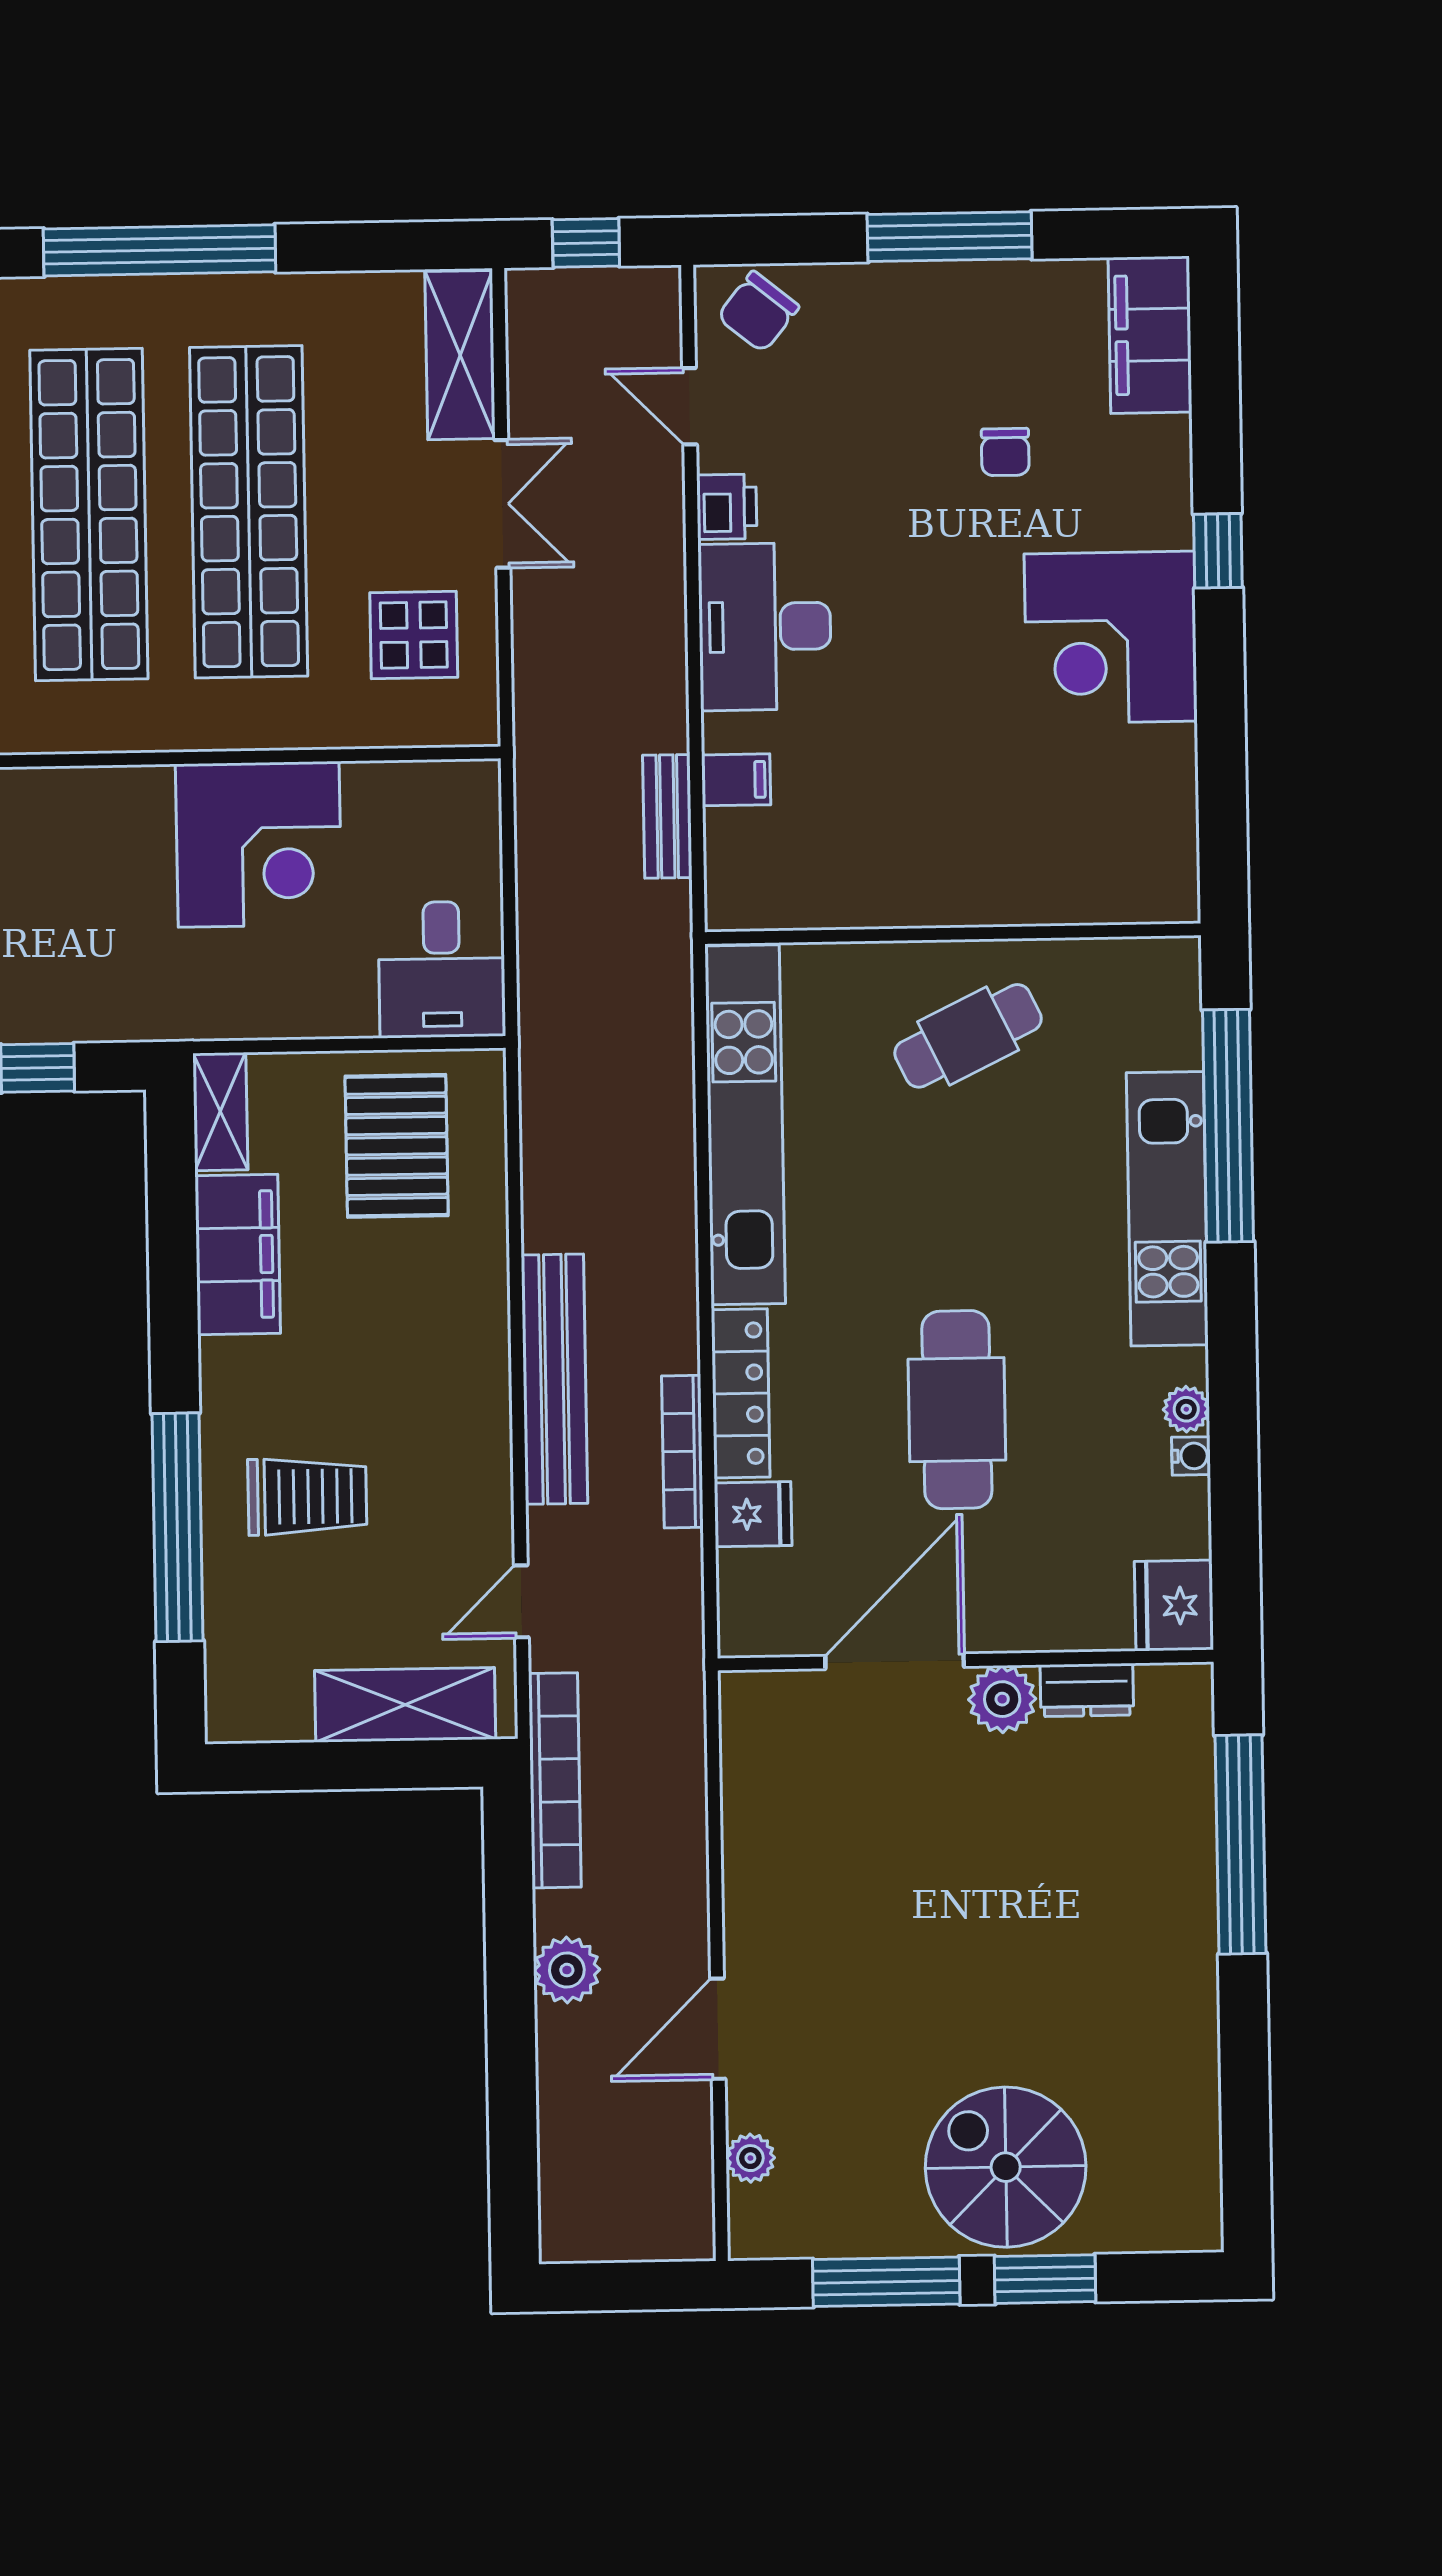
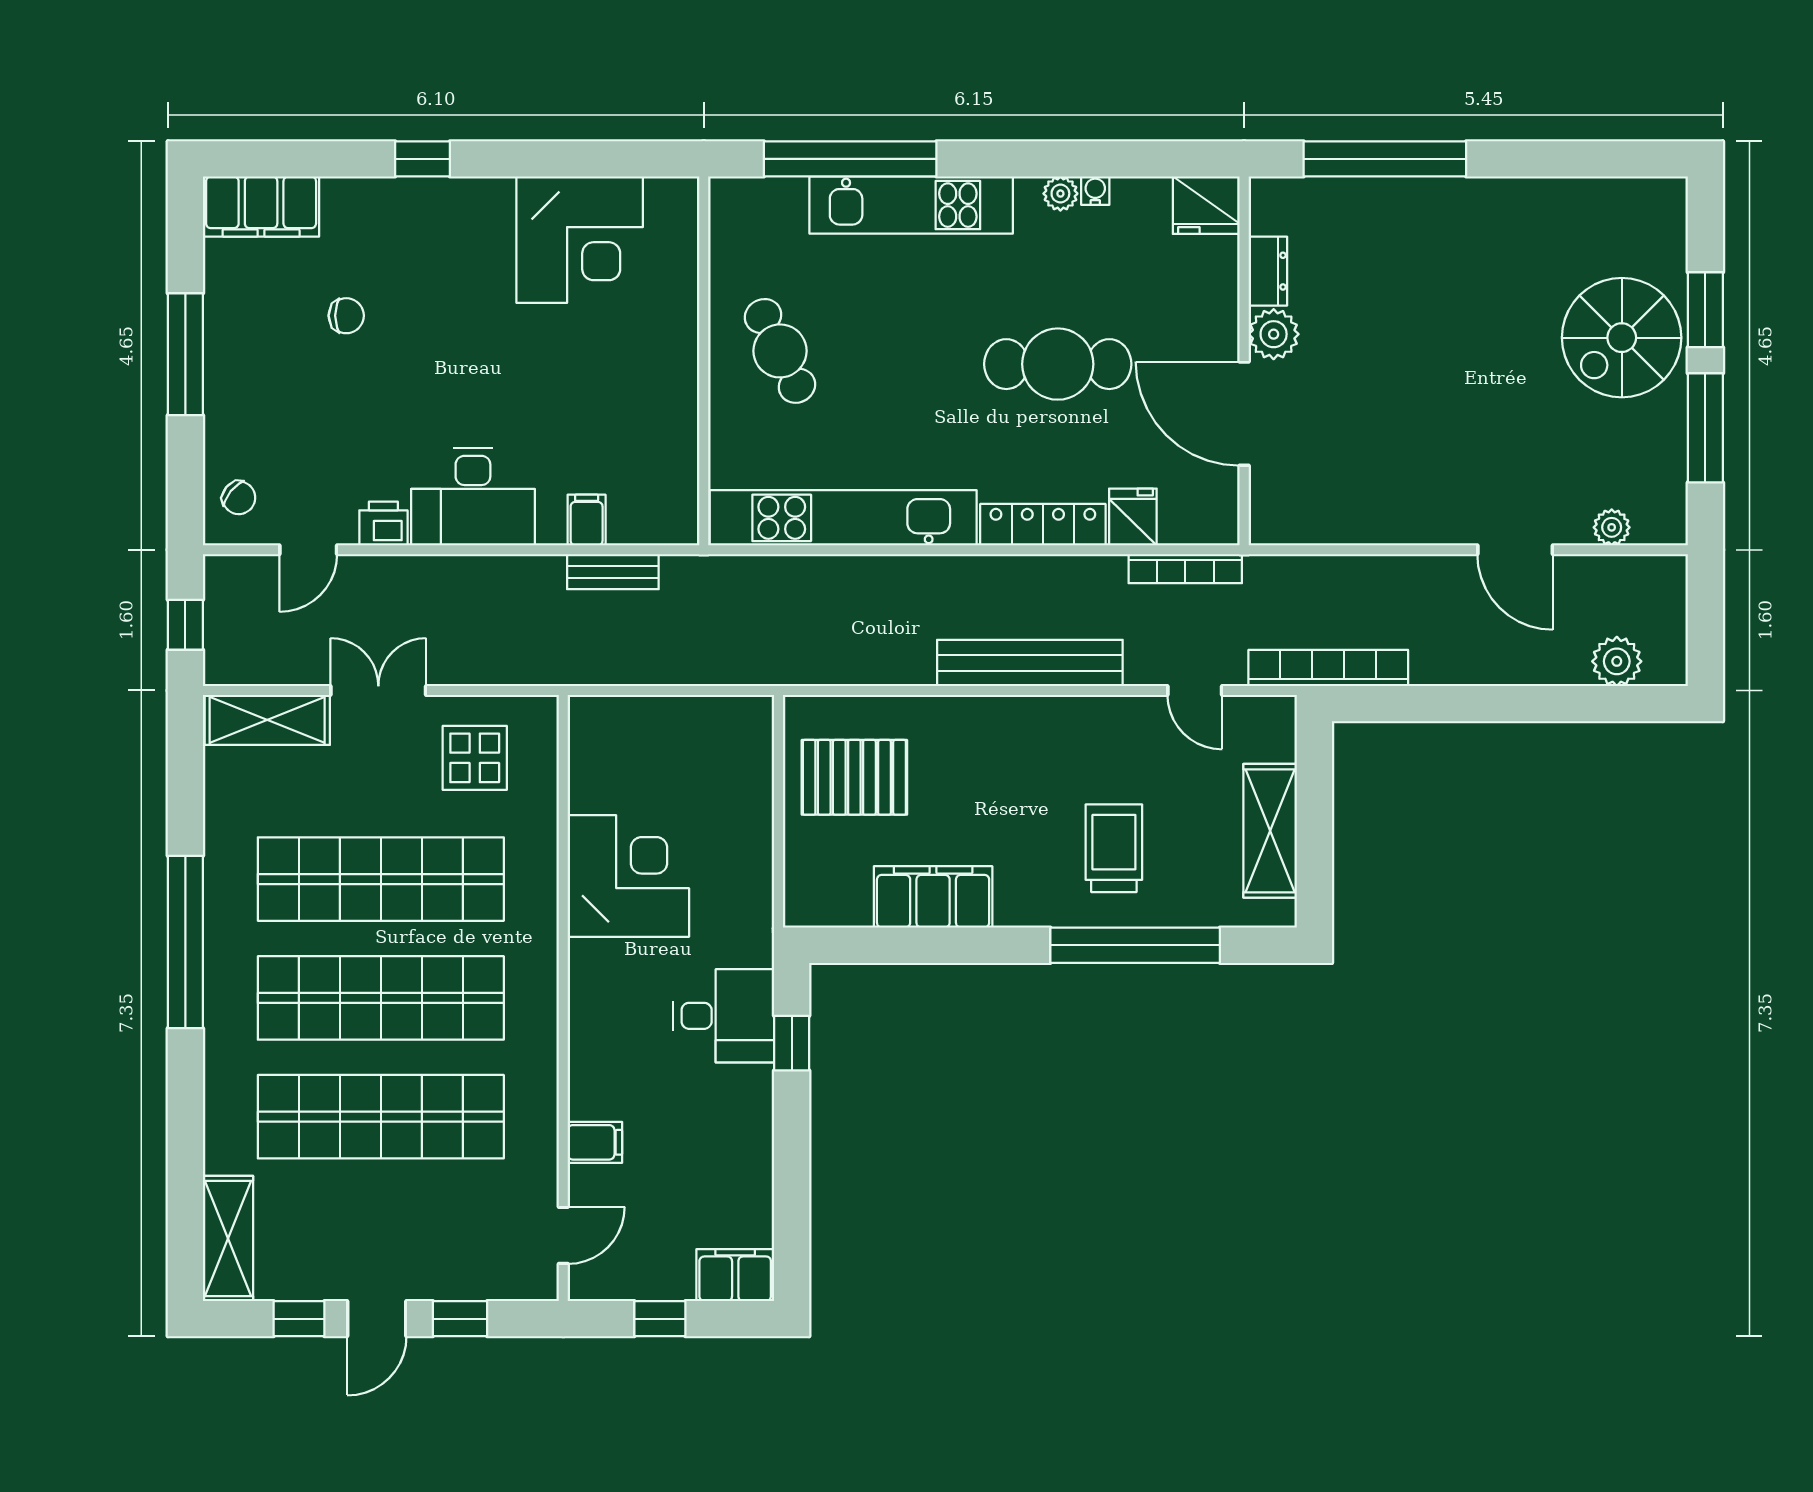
chair: (758, 312) -> (239, 498), width x0.73, depth x0.73
corner desk: (1111, 638) -> (580, 240), moved
desk: (442, 969) -> (724, 1016), moved
shelving: (220, 1112) -> (827, 908), removed
bookcase: (682, 1452) -> (1185, 569), moved
shelving: (405, 1705) -> (1270, 831), moved
plant: (567, 1970) -> (1617, 661), moved

